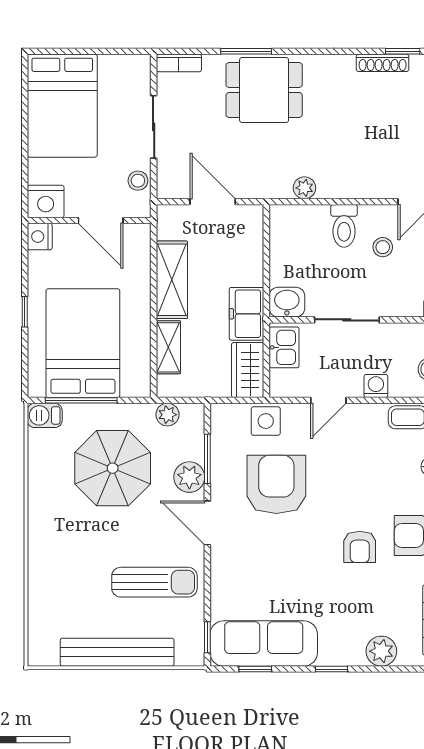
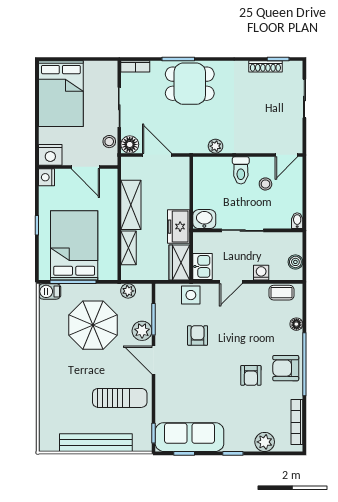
floor lamp: (170, 185) -> (130, 144), added
kitchen sink: (284, 347) -> (202, 266), moved
armchair: (276, 484) -> (198, 335), width x0.53, depth x0.53

